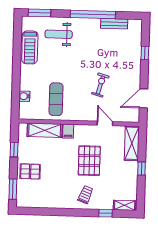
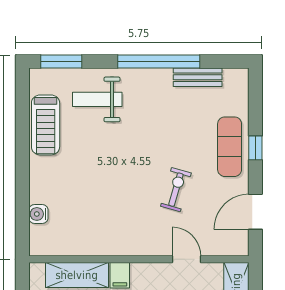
window: (145, 53) -> (255, 148), moved
exercise mat: (56, 99) -> (230, 147), moved

